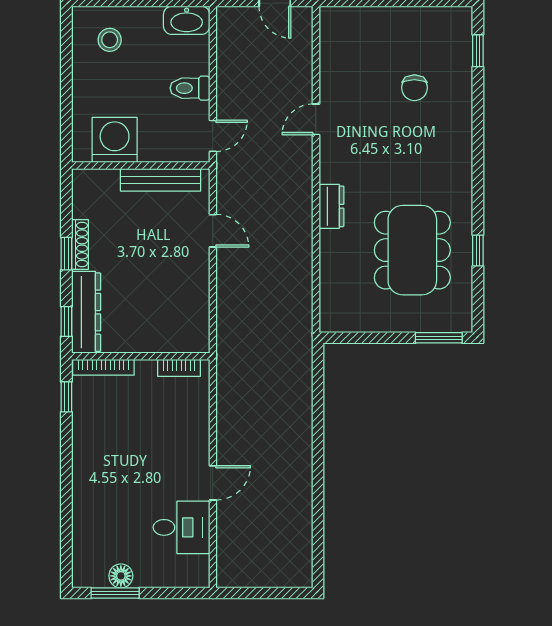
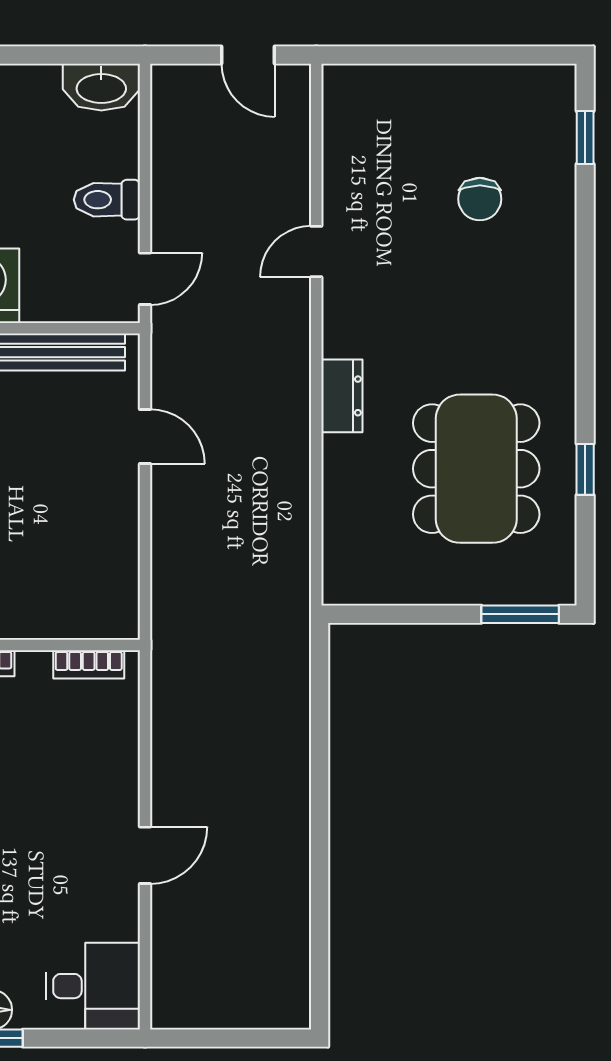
desk: (181, 527) -> (93, 986), moved

